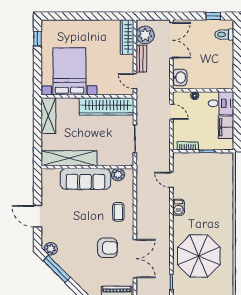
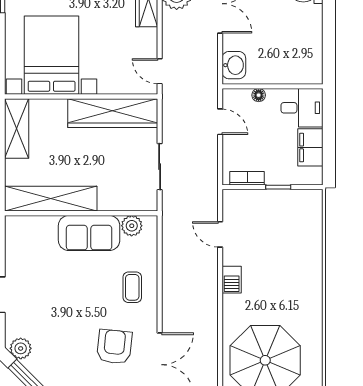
bench: (141, 59) -> (170, 34), removed
sofa: (85, 179) -> (89, 233), width x0.73
armchair: (107, 248) -> (114, 347), turned -84

